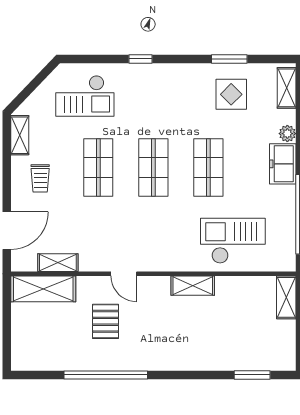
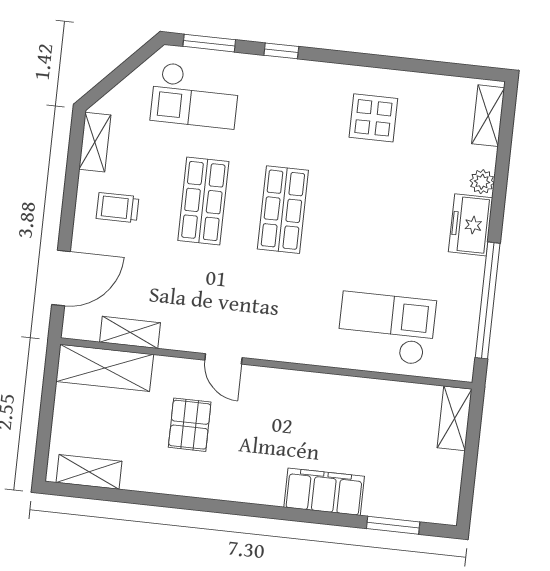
window: (229, 59) -> (209, 43), moved
display table: (231, 94) -> (373, 118), moved
shop shelf: (208, 167) -> (363, 218), removed
trolley: (40, 178) -> (118, 208), turned 90
shelving: (193, 286) -> (89, 472), moved
filing cabinet: (202, 357) -> (324, 492), added
window: (106, 375) -> (181, 502), removed

